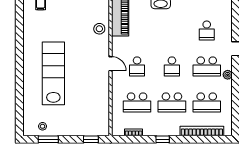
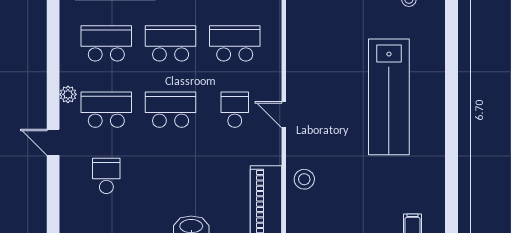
school desk: (172, 66) -> (171, 110), width x1.85

